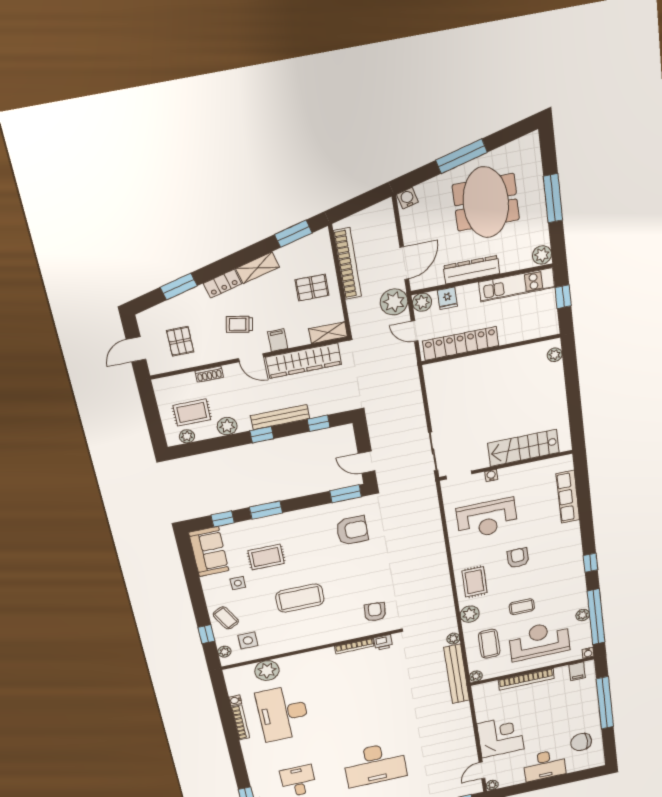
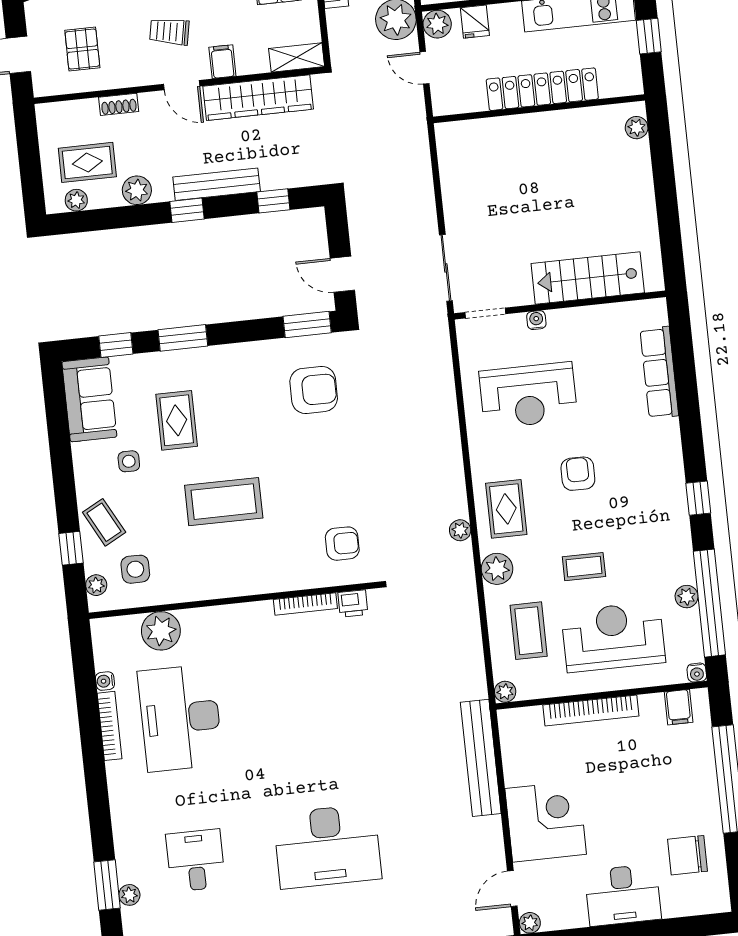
locker: (461, 343) -> (542, 89), moved
rug: (266, 557) -> (177, 420), turned 90
armchair: (375, 612) -> (342, 544), turned 86
plant: (453, 639) -> (460, 530), moved
bench: (457, 674) -> (481, 758), moved

